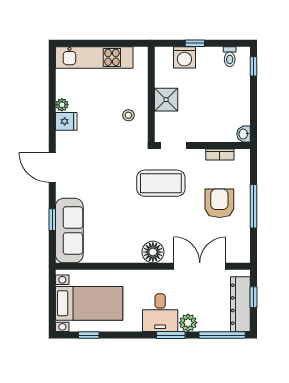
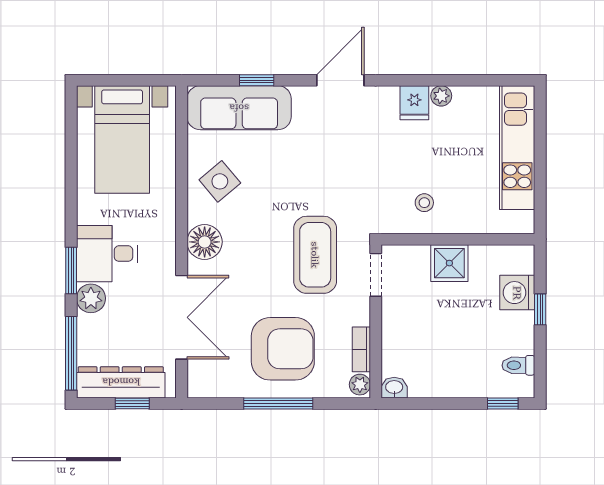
plant: (242, 155) -> (360, 385), added
armchair: (219, 203) -> (283, 349), width x1.36, depth x1.36
side table: (115, 243) -> (220, 181), added
window: (89, 335) -> (71, 139), removed

